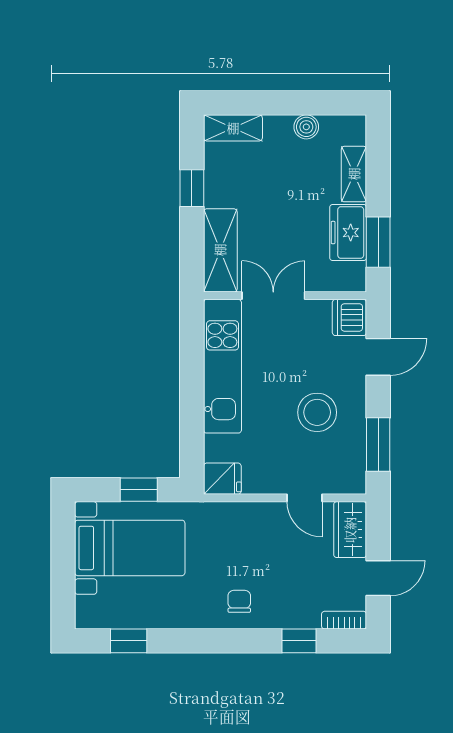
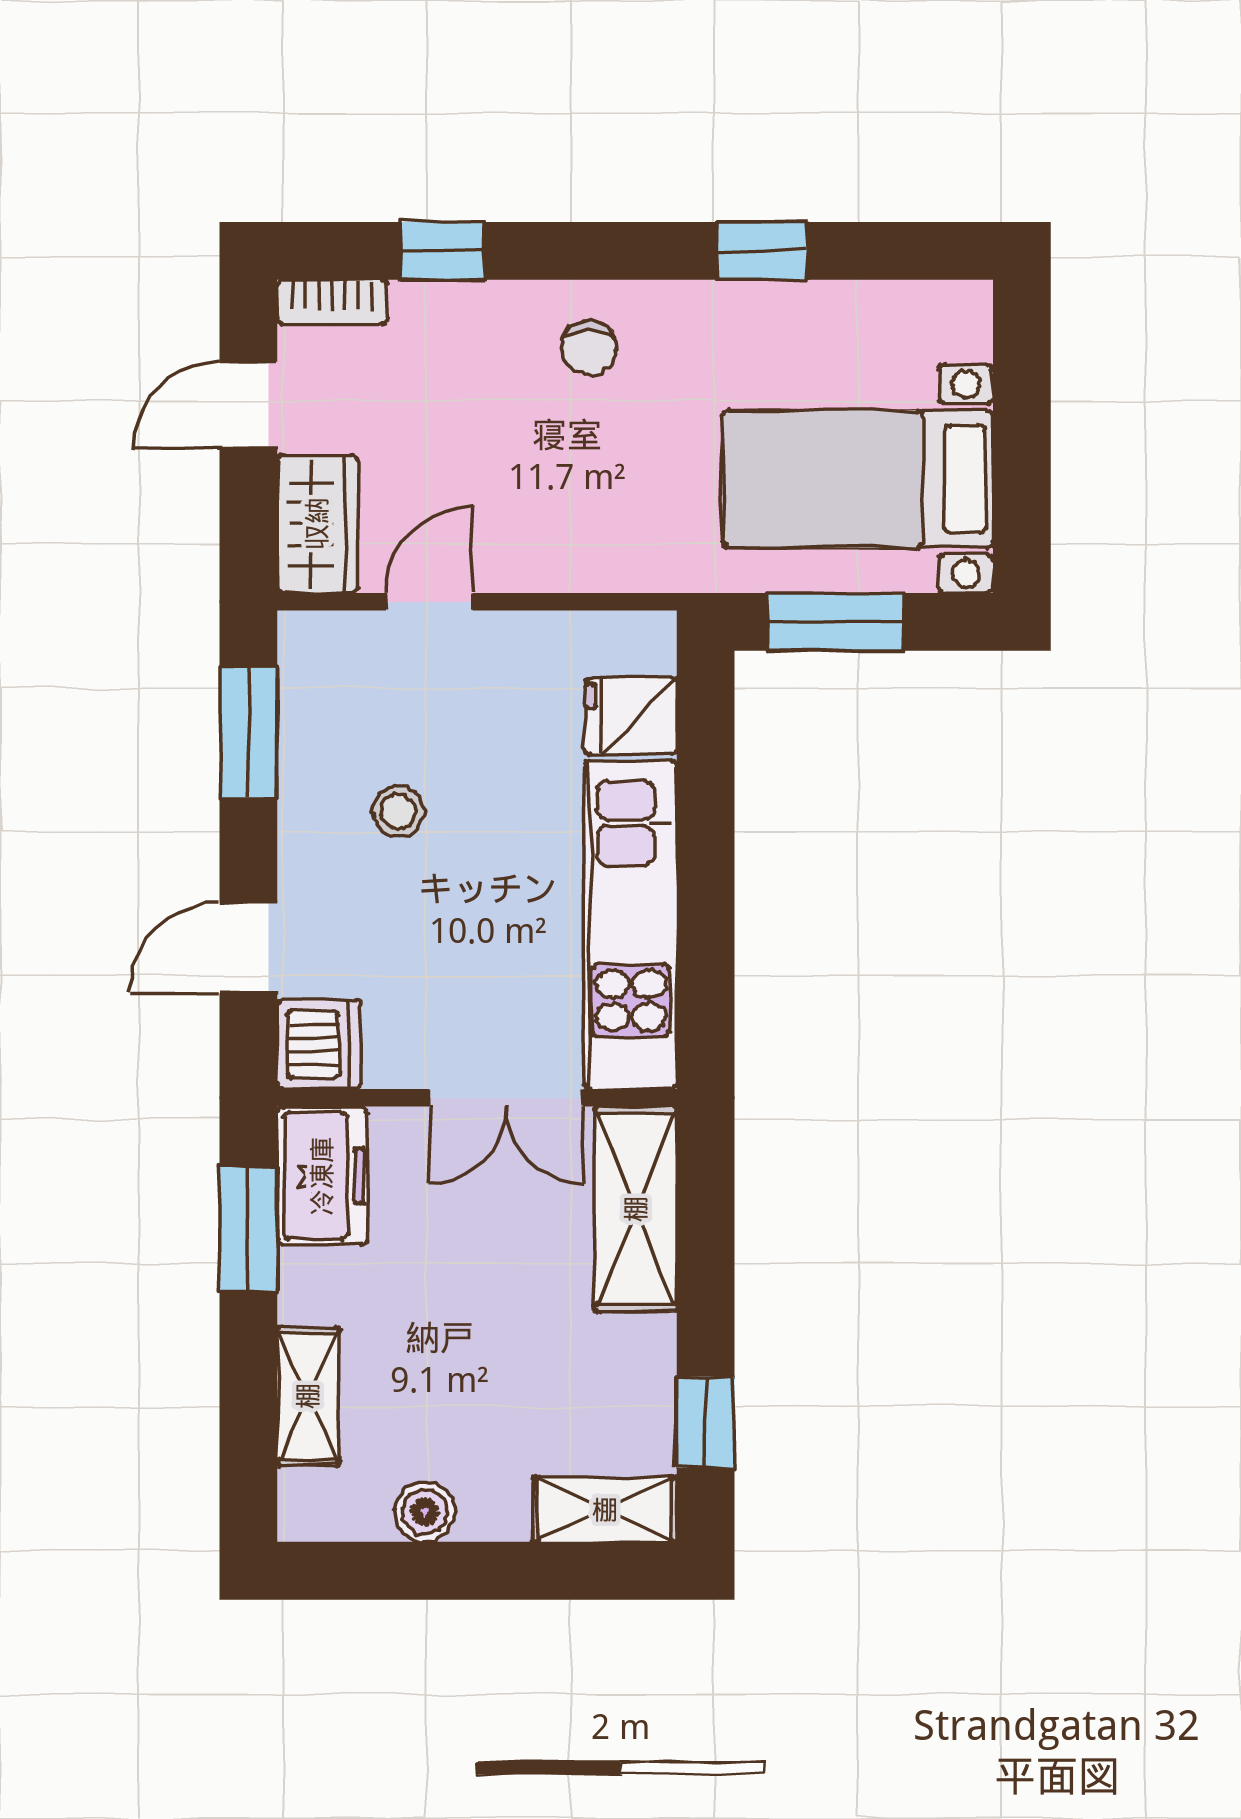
window: (192, 188) -> (706, 1422), moved
freezer: (348, 233) -> (322, 1176), moved
stool: (317, 412) -> (398, 812), width x0.53, depth x0.53
fridge: (222, 479) -> (631, 716), moved
window: (139, 490) -> (836, 622), width x1.50
door: (304, 498) -> (429, 602), hinge flipped
window: (129, 641) -> (762, 251), moved

